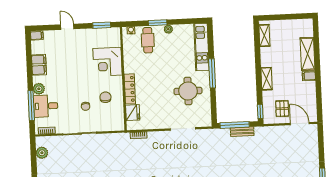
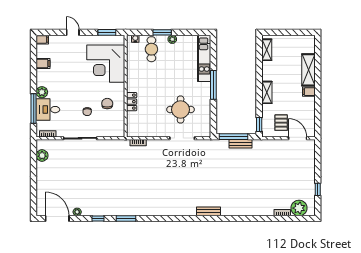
corner desk: (107, 62) -> (106, 64), width x1.36, depth x1.36
filing cabinet: (39, 65) -> (43, 63), width x0.50
locker: (130, 89) -> (132, 102), width x0.66
round table: (188, 91) -> (181, 110), moved
fridge: (133, 113) -> (133, 120), removed

